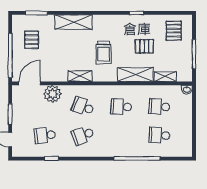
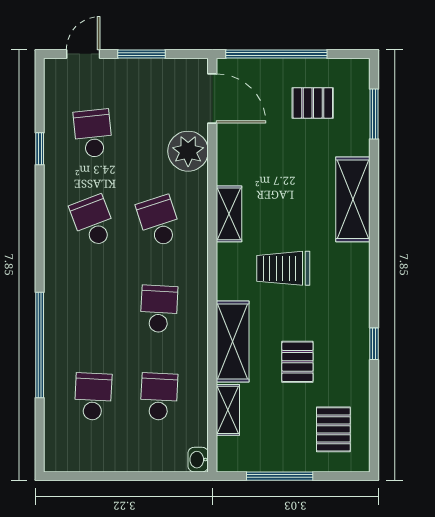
pallet: (174, 31) -> (333, 429), turned 90
school desk: (83, 107) -> (159, 221), turned -39

